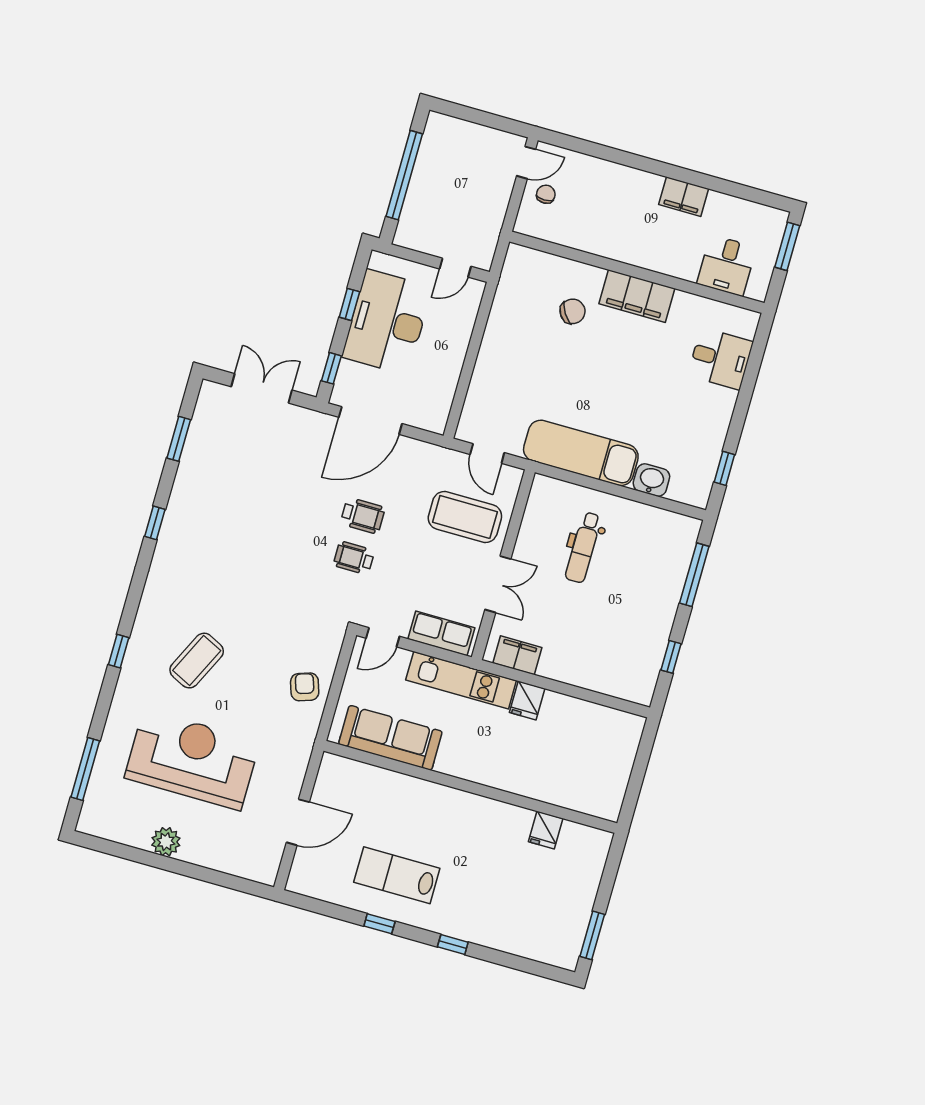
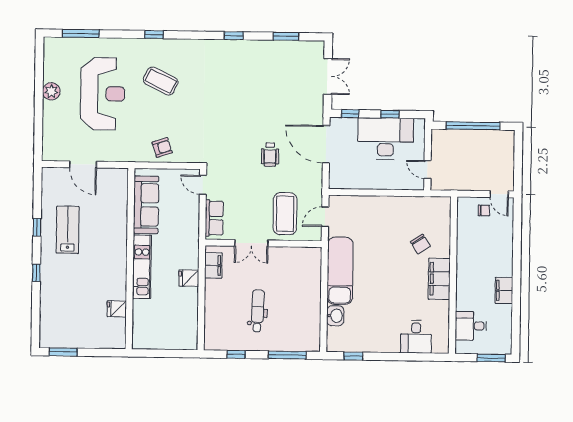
dental chair: (583, 547) -> (258, 311), moved, turned 92
wheelchair: (354, 558) -> (244, 156), removed
kitchen unit: (461, 680) -> (142, 267), moved, turned 180

